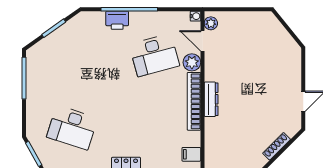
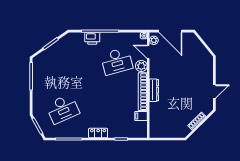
door: (236, 9) -> (170, 31), added
desk: (72, 128) -> (63, 109), turned -42
filing cabinet: (191, 154) -> (141, 116), moved

